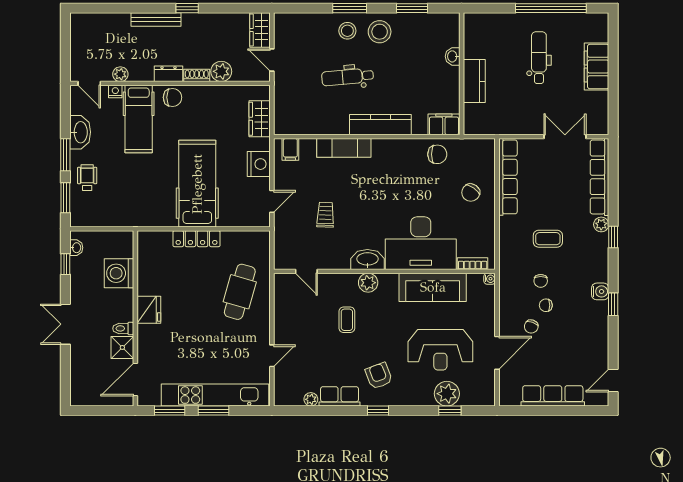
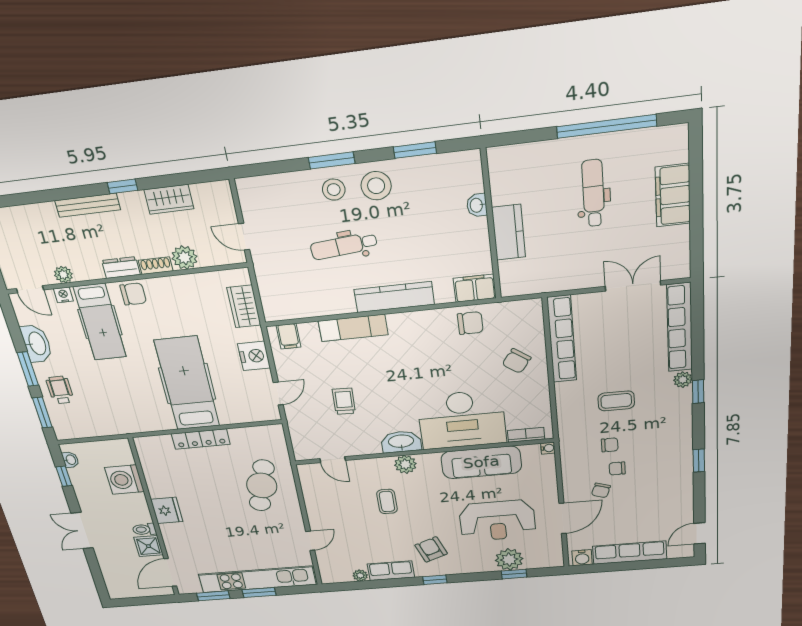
wardrobe: (260, 30) -> (169, 199), moved, turned -90
chair: (541, 281) -> (610, 445), turned -90
water cooler: (600, 291) -> (582, 558), moved, turned 90

